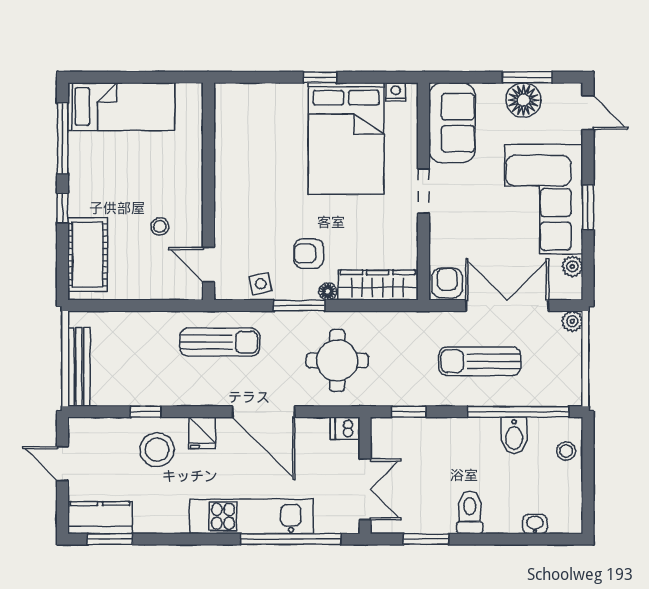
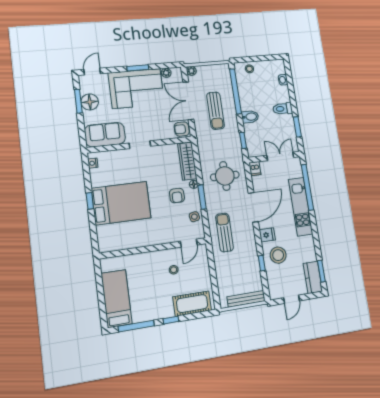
bed: (346, 139) -> (121, 203), moved
bidet: (514, 436) -> (250, 117), moved

